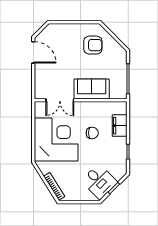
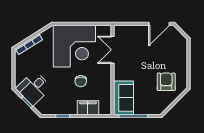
armchair: (93, 45) -> (166, 82), turned 180
sofa: (92, 89) -> (124, 98), moved

